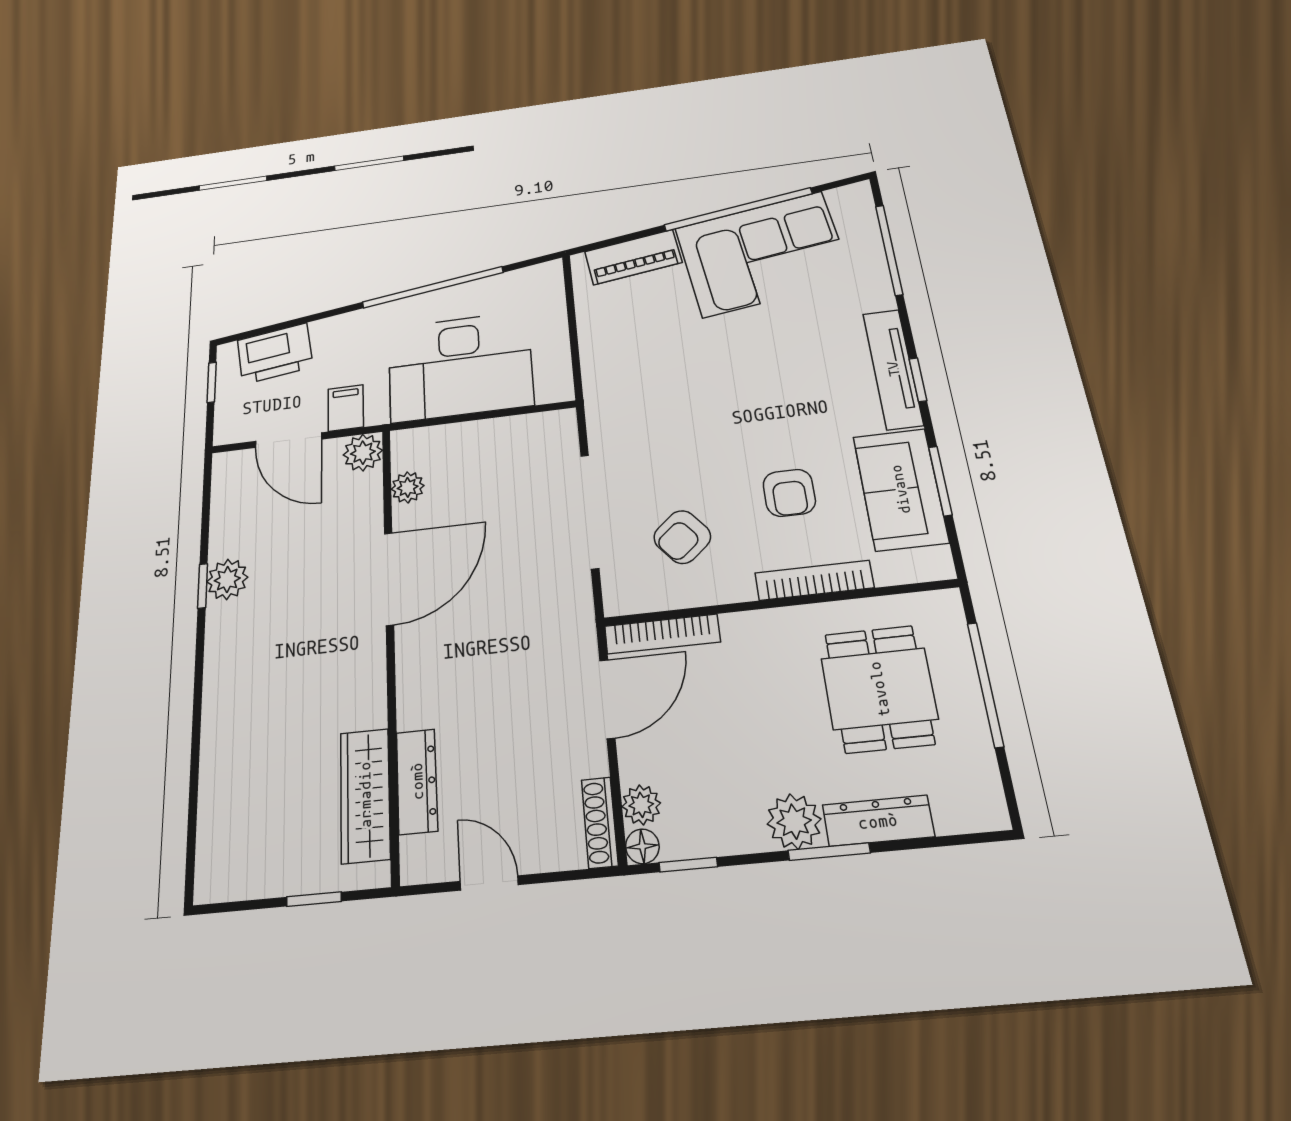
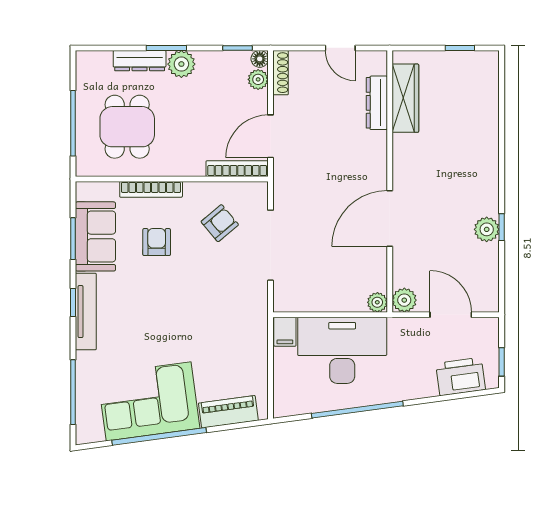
filing cabinet: (346, 408) -> (285, 332), moved
plant: (408, 487) -> (377, 302), moved
window: (314, 899) -> (460, 48), moved

